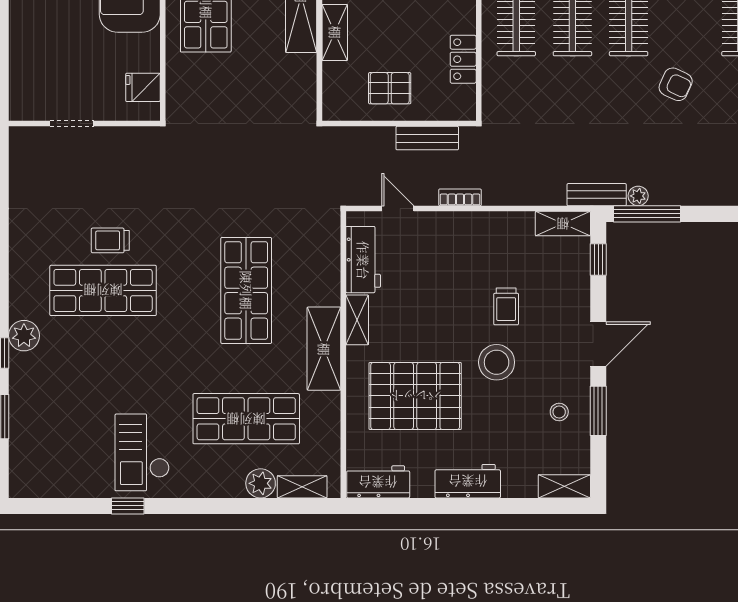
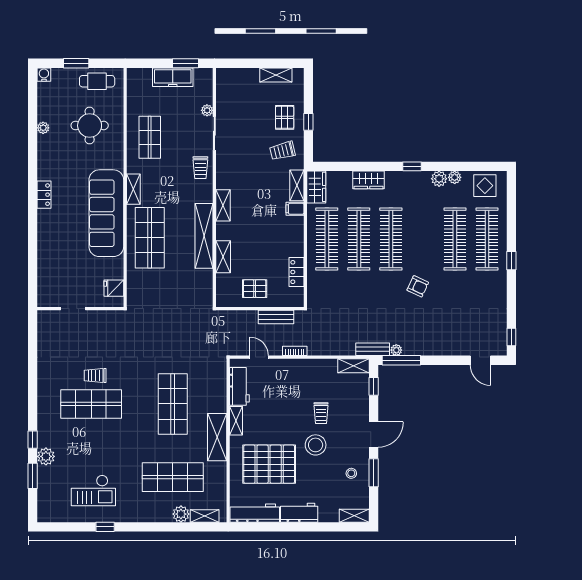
plant: (24, 336) -> (46, 456), moved
checkout: (142, 452) -> (93, 491), moved, turned -90
workbench: (378, 482) -> (255, 513), width x1.37

